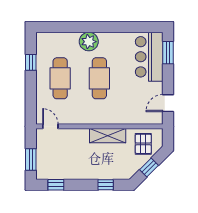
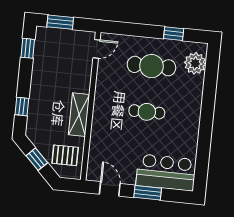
plant: (89, 42) -> (195, 63), moved
window: (168, 53) -> (148, 193), moved
cafe table: (99, 78) -> (147, 112), width x0.73, depth x0.74

